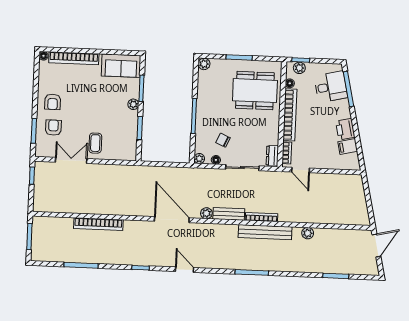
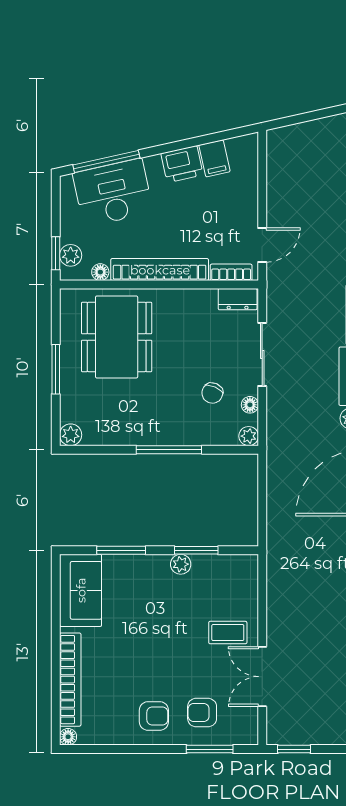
desk: (331, 87) -> (113, 193), width x1.37
plant: (133, 104) -> (181, 564), moved

